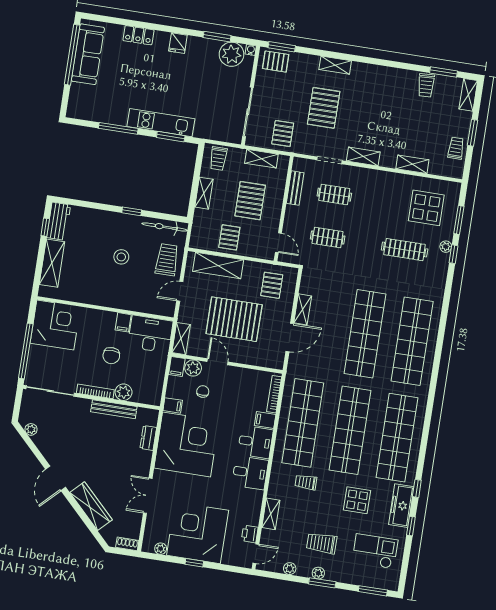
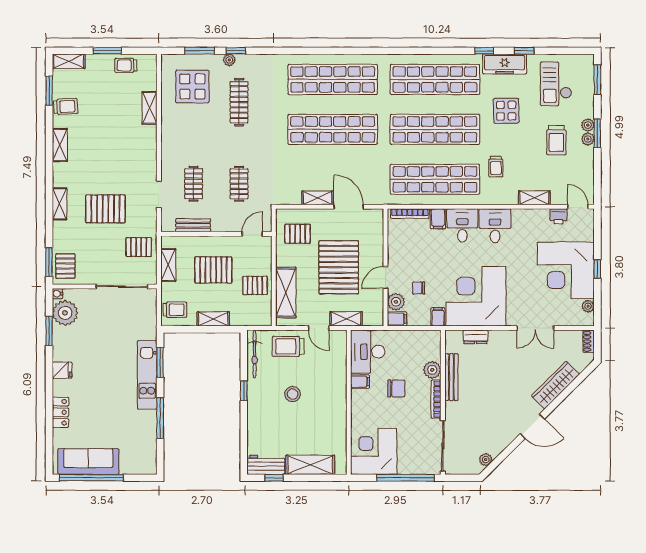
shelving: (363, 156) -> (60, 145), moved
shelving: (181, 339) -> (346, 319), moved
plant: (290, 569) -> (588, 125), moved

